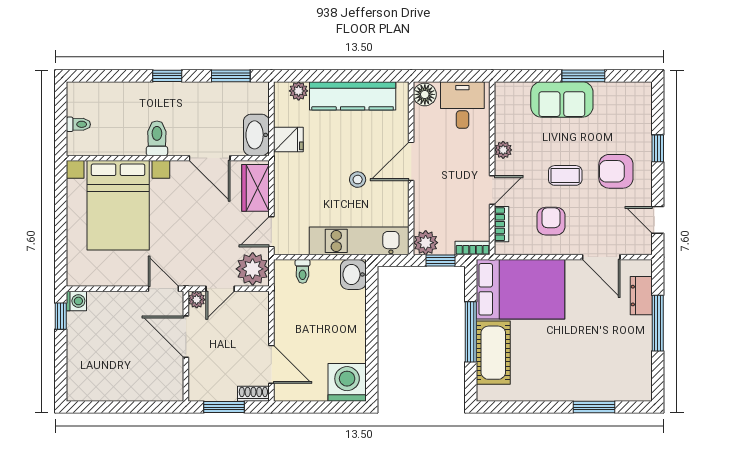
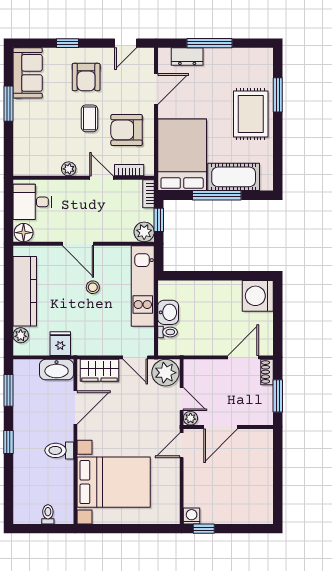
sofa: (562, 99) -> (28, 73), moved
armchair: (551, 221) -> (127, 130), width x1.38, depth x1.38
washbasin: (353, 274) -> (168, 312), moved, turned -90
rug: (571, 374) -> (251, 114), added

